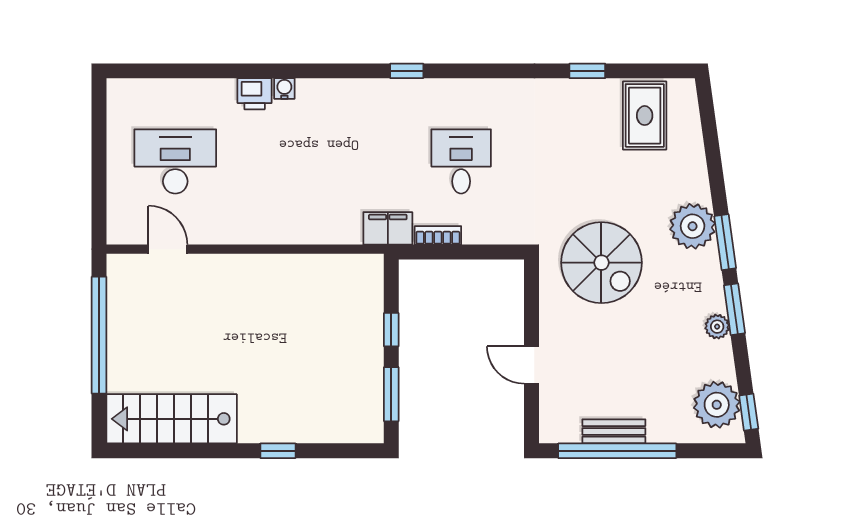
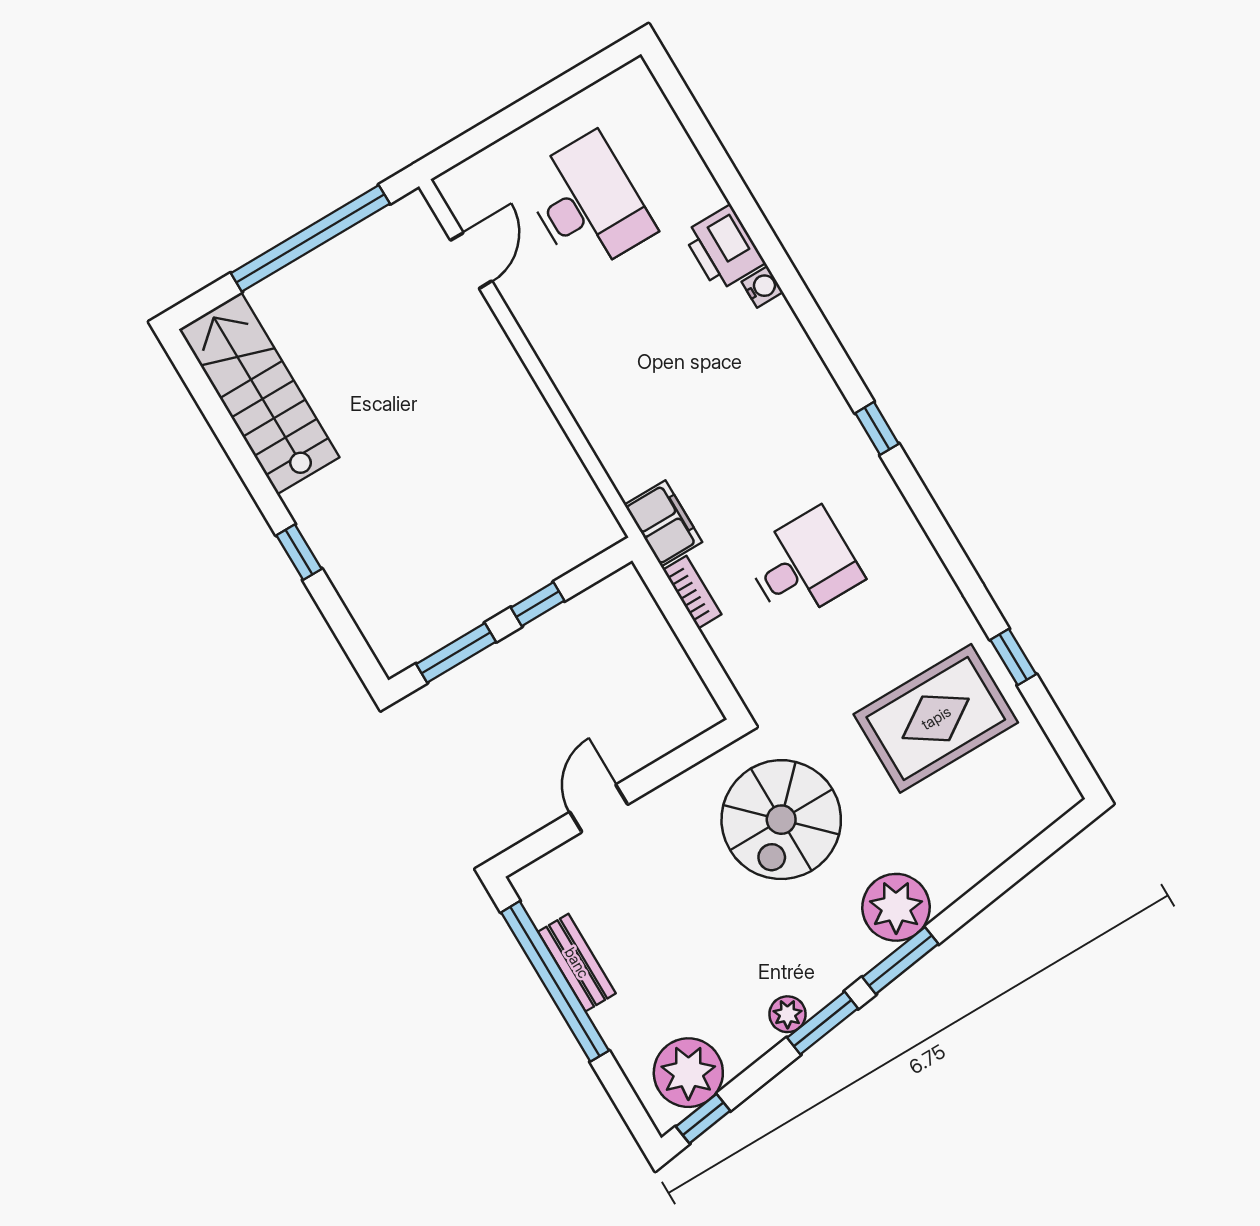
printer: (255, 94) -> (724, 248), width x1.36, depth x1.24
rug: (645, 116) -> (936, 718), moved, width x1.36, depth x1.43

